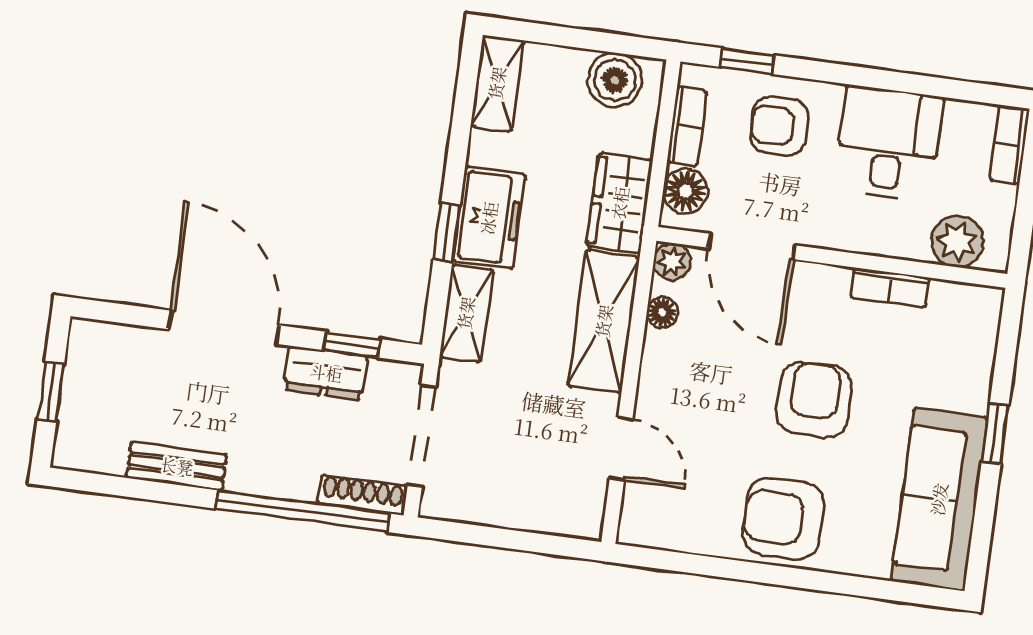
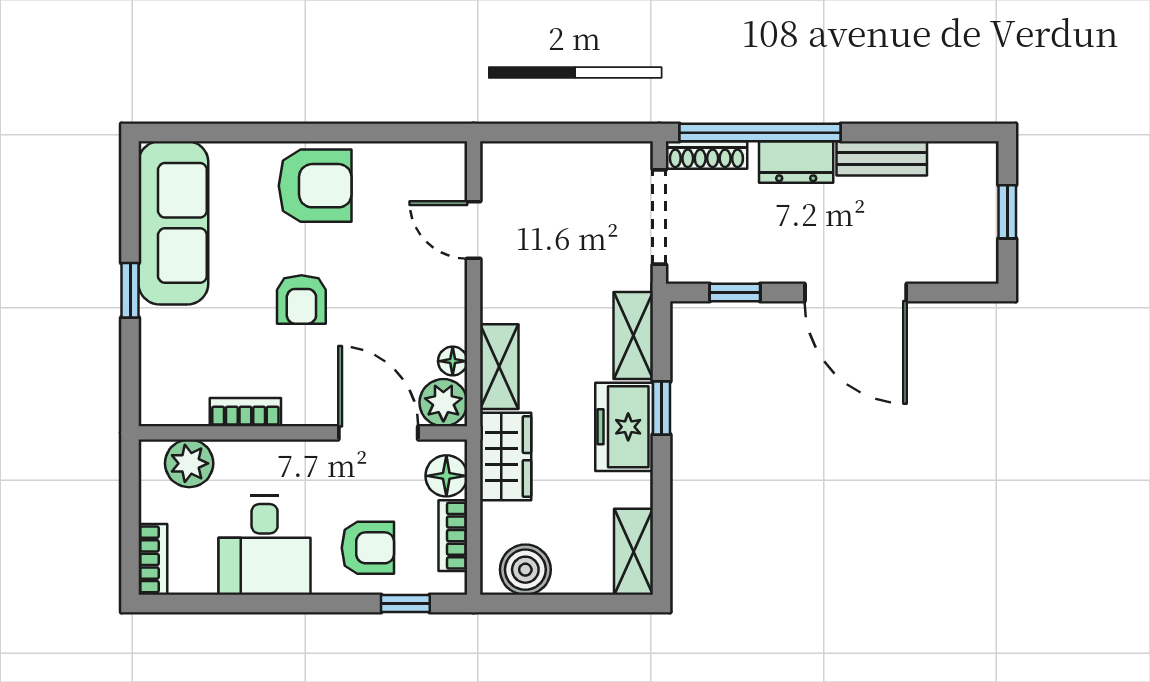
plant: (672, 262) -> (443, 403), width x1.38, depth x1.38
shelving: (604, 321) -> (499, 367), width x0.67, depth x0.75
dresser: (326, 373) -> (796, 162), moved, turned 180
armchair: (814, 400) -> (301, 299), width x0.72, depth x0.72

